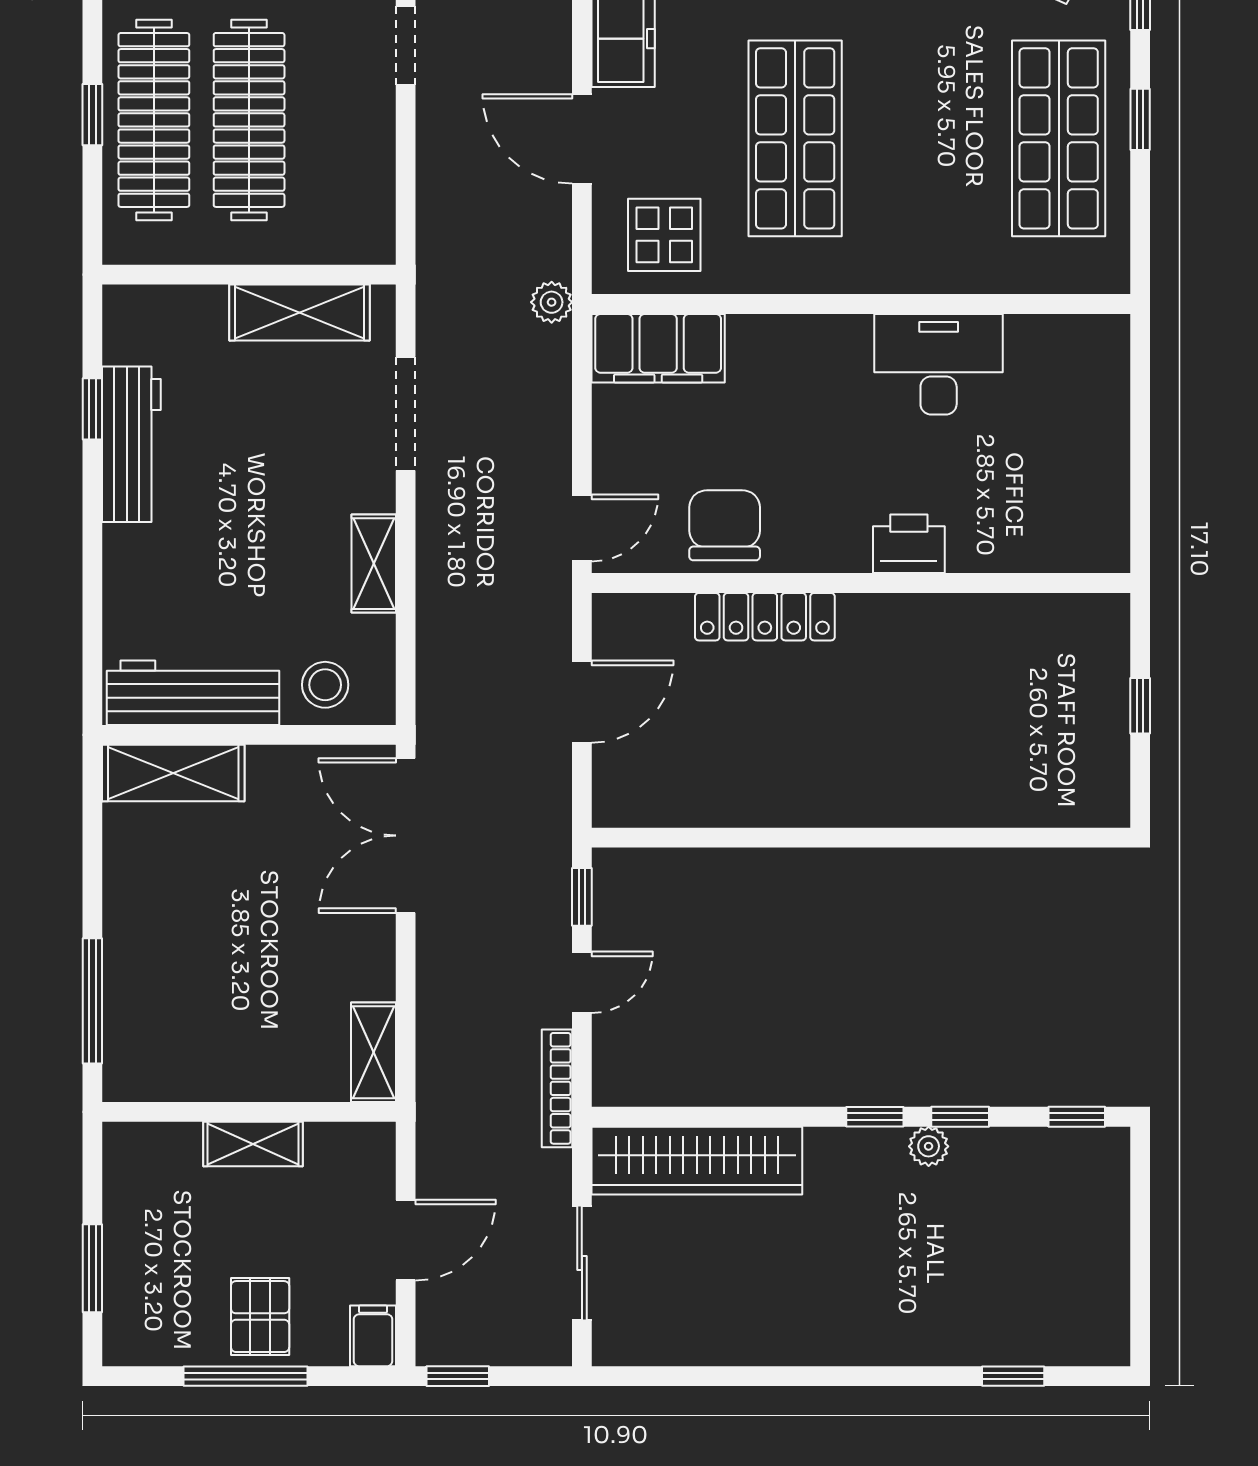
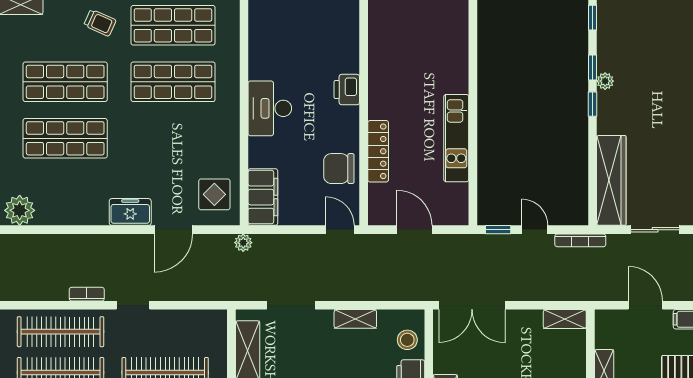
shop shelf: (795, 138) -> (173, 82), moved
desk: (939, 364) -> (270, 108), moved
kitchen unit: (796, 799) -> (456, 138), added

